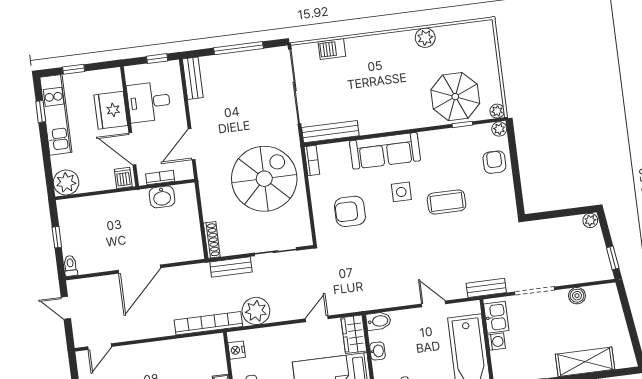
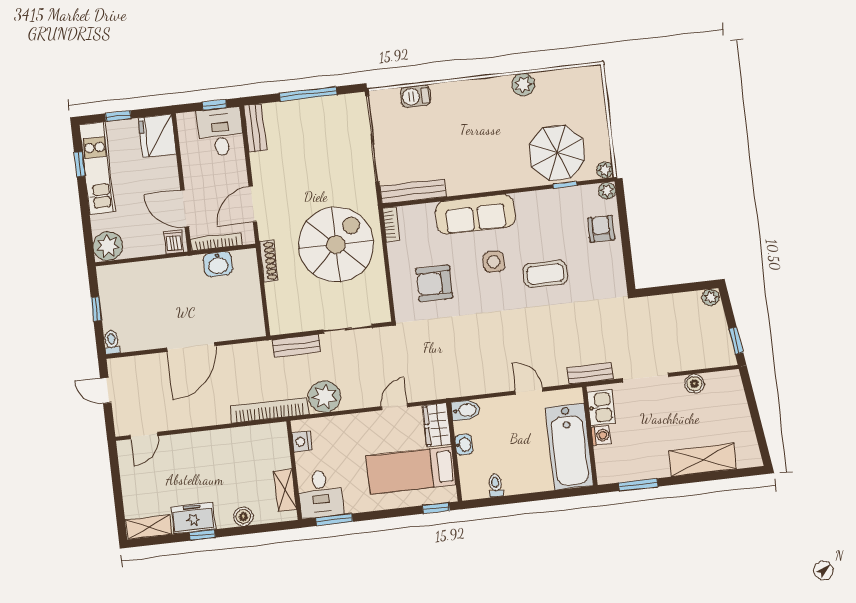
desk: (149, 102) -> (220, 132), moved, turned 90
fridge: (111, 110) -> (157, 136), moved
bookcase: (160, 178) -> (216, 242), width x1.56
shoe rack: (212, 240) -> (269, 261), moved

